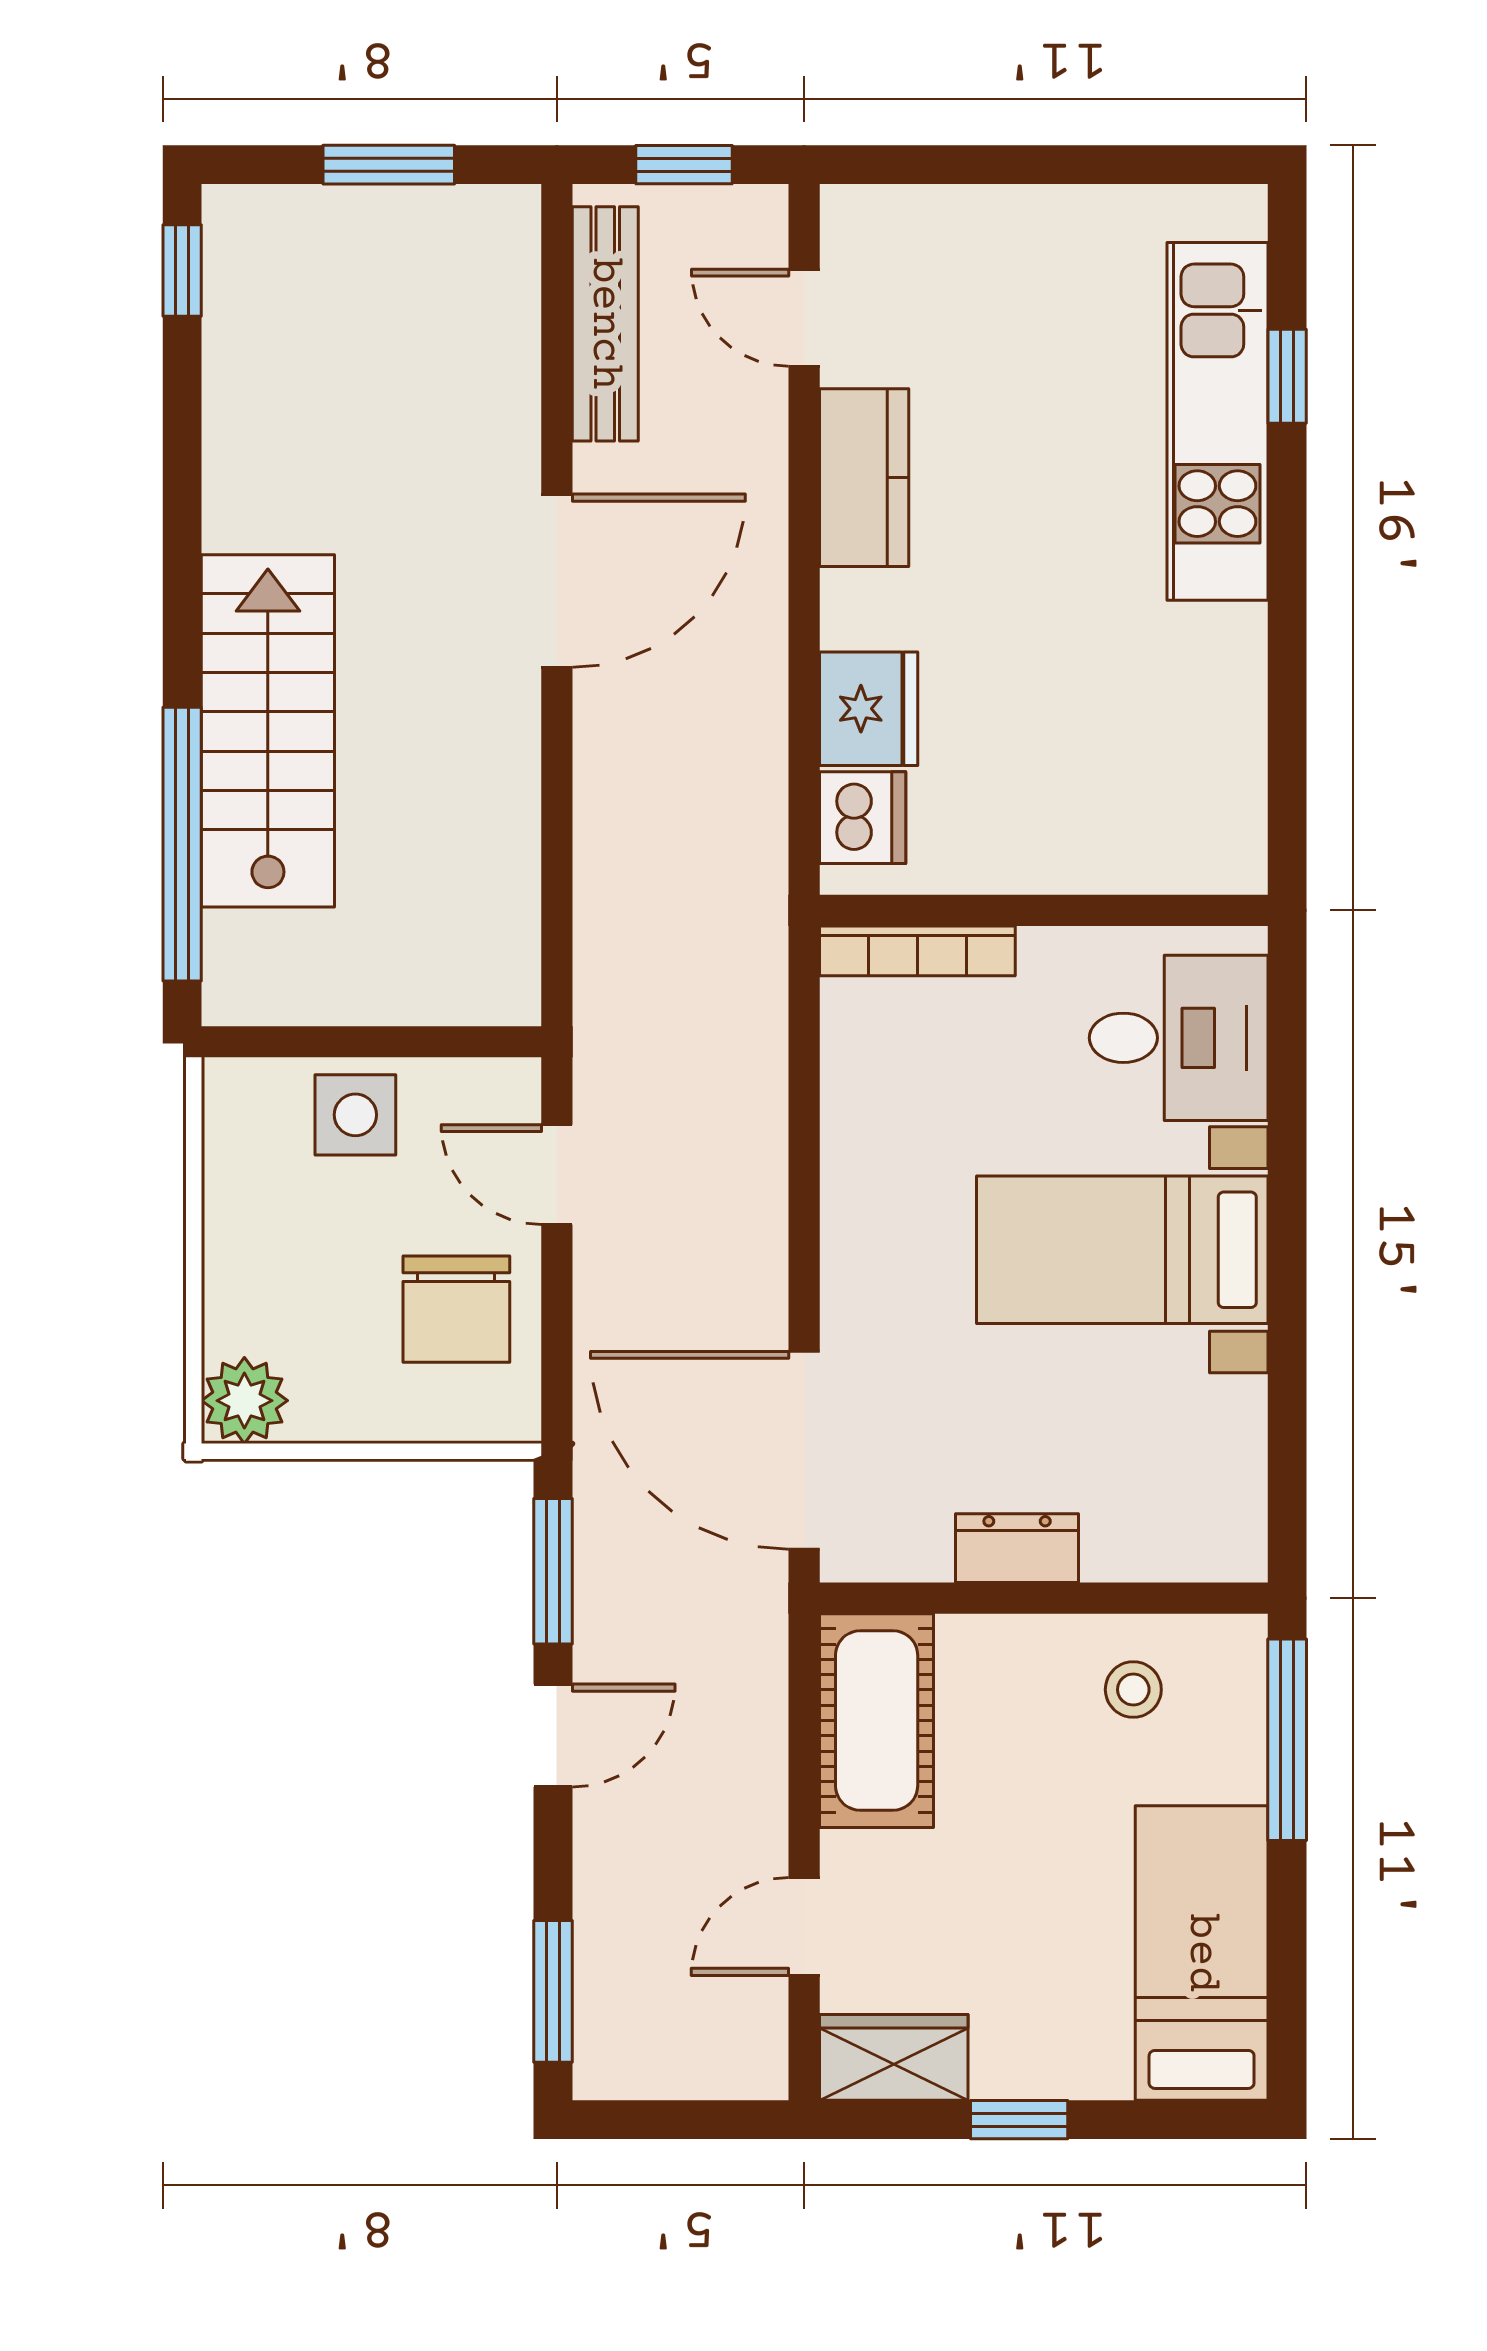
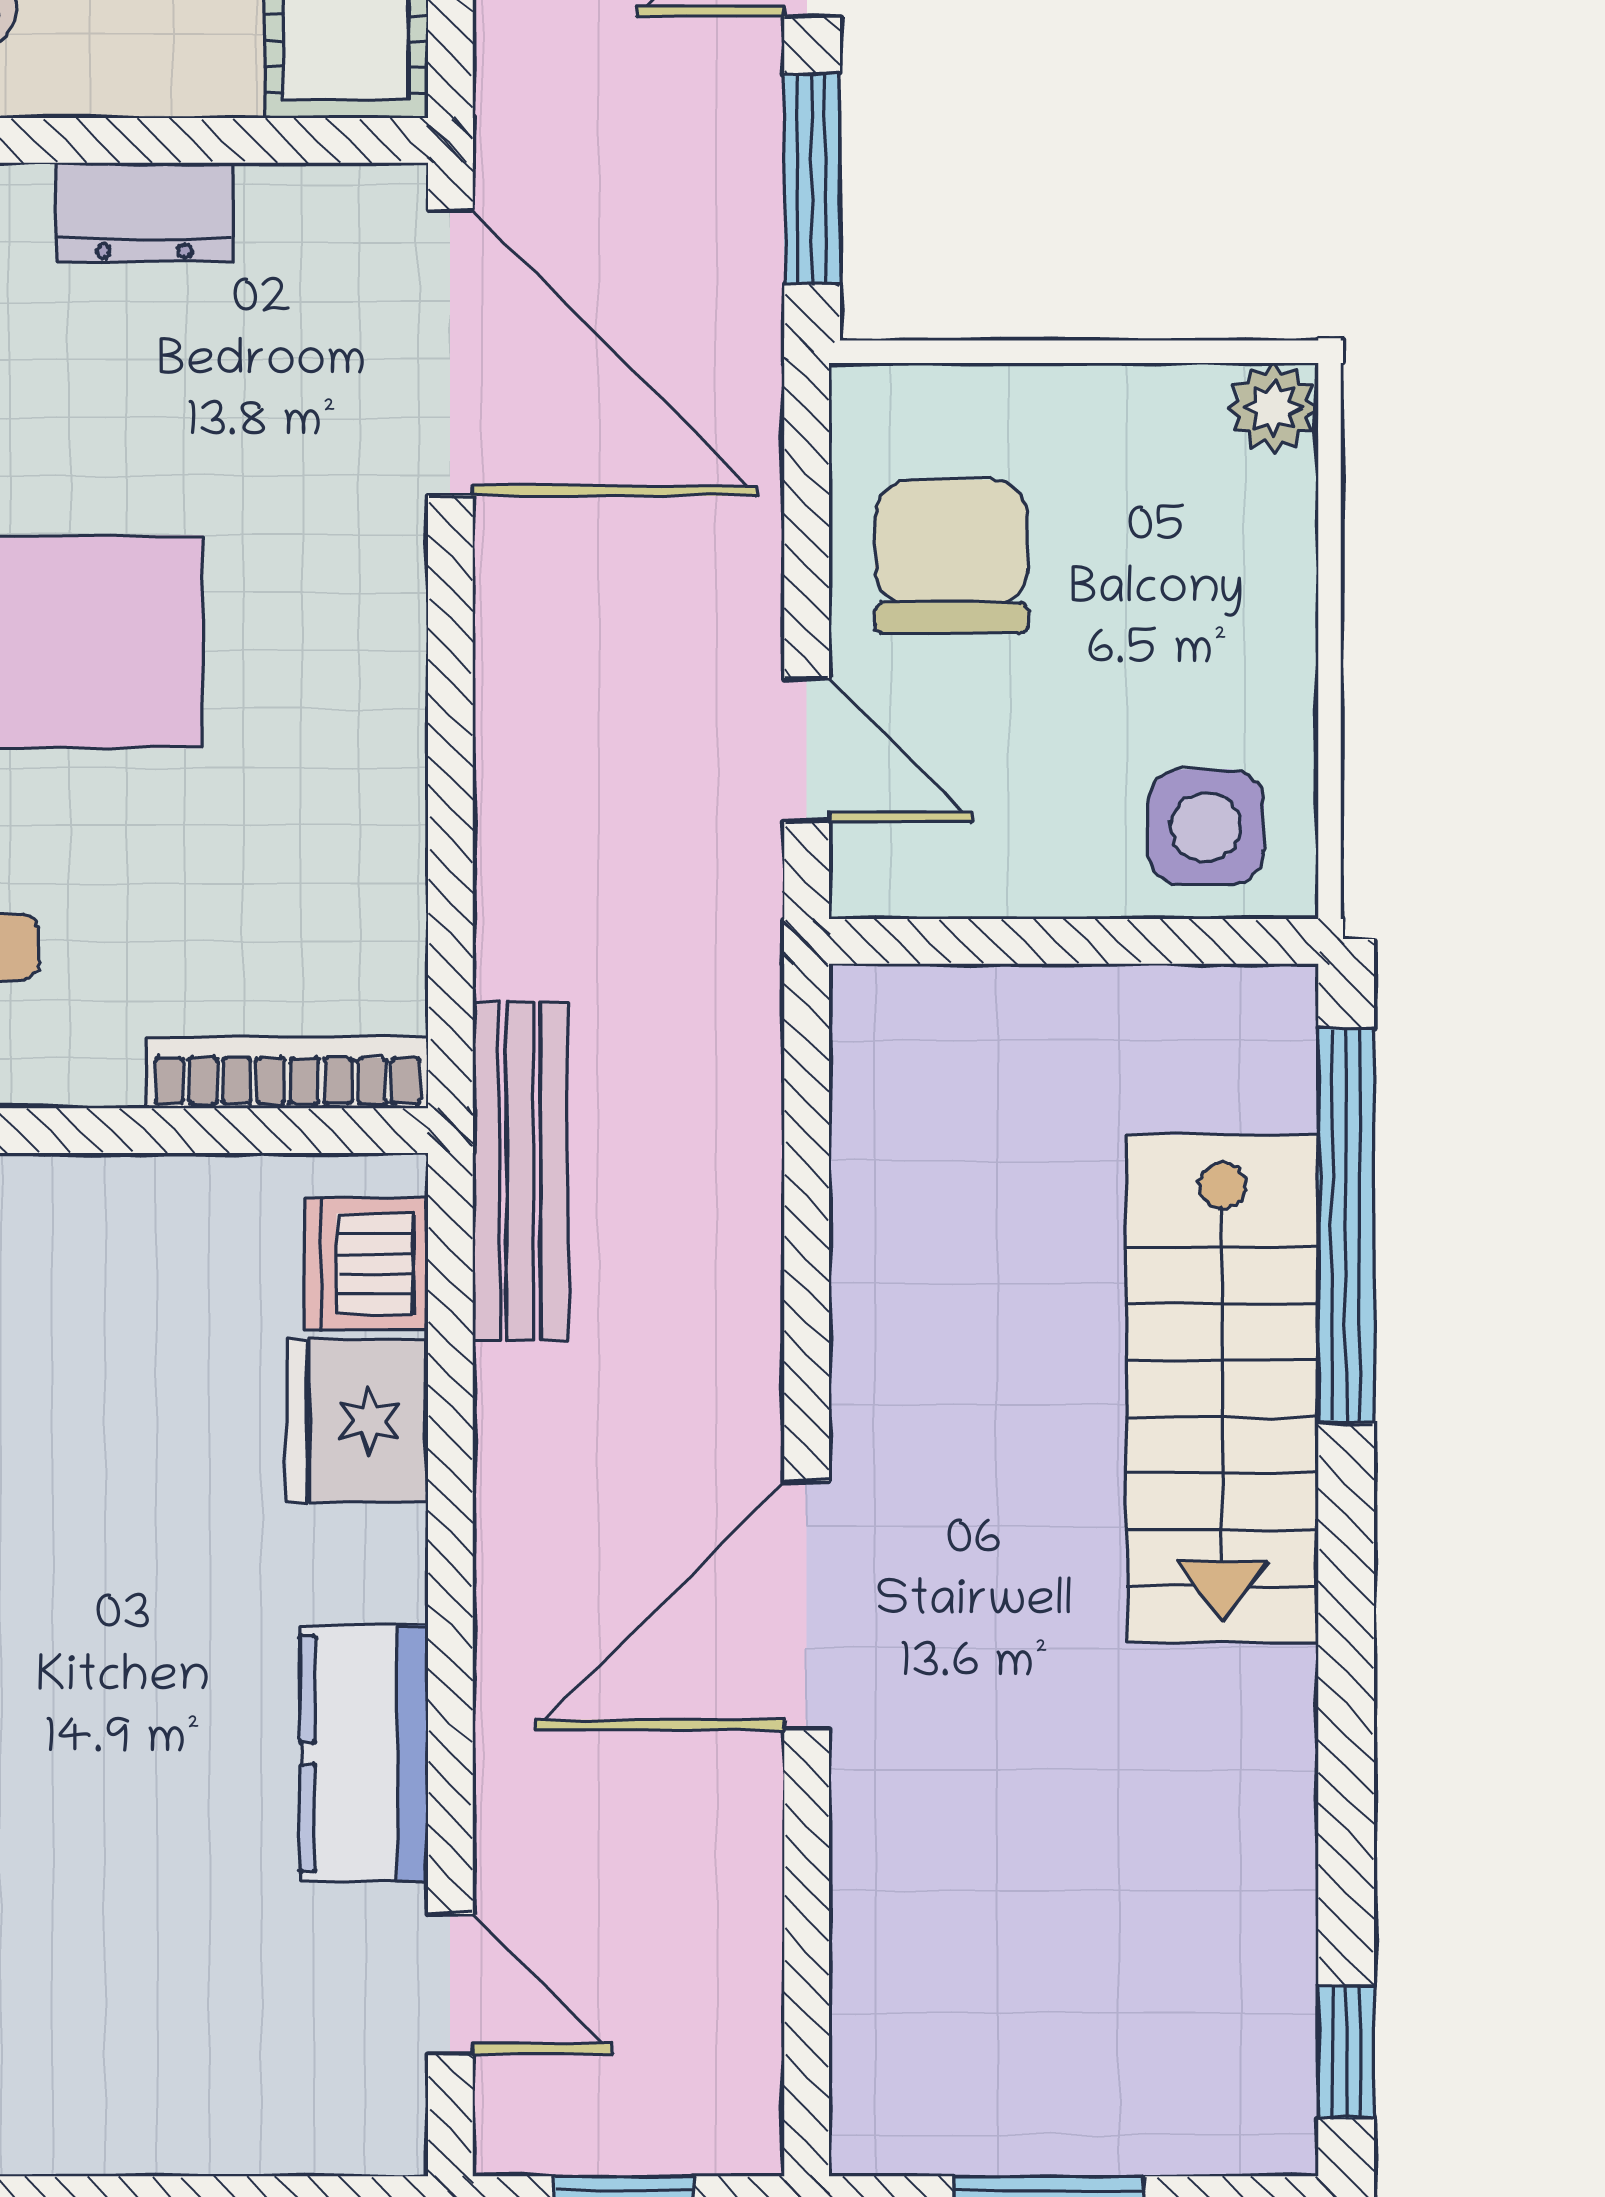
bench: (605, 324) -> (520, 1170), moved
side table: (355, 1115) -> (1206, 827), moved
plant: (244, 1401) -> (1273, 408), width x0.73, depth x0.73

